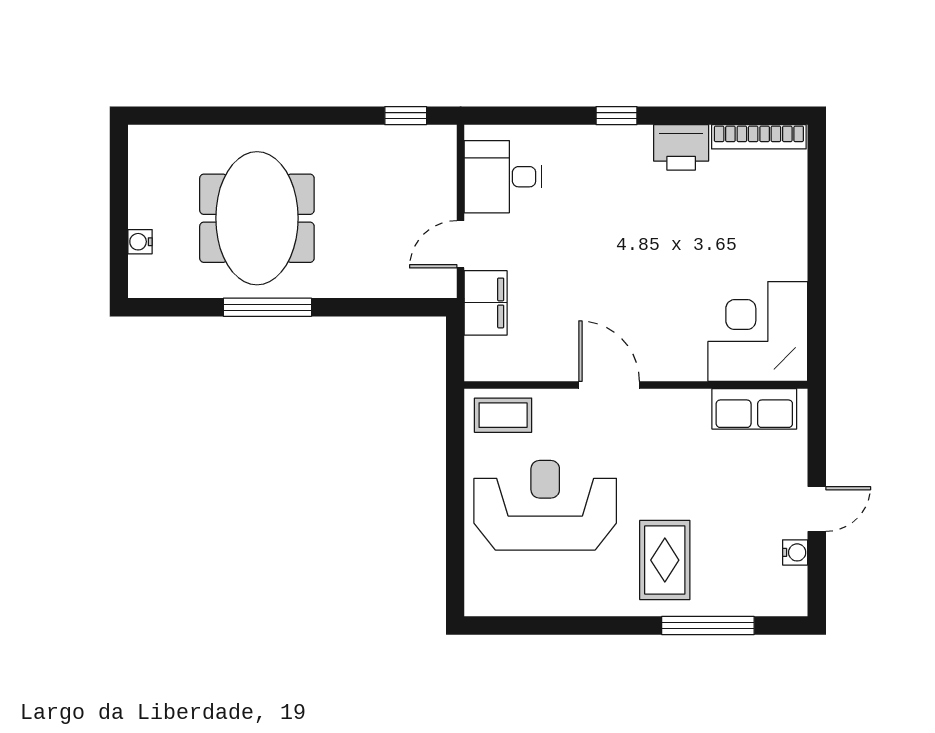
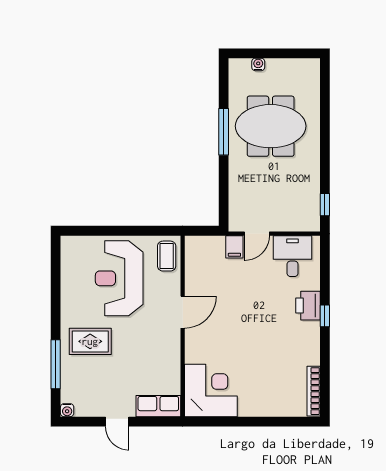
printer: (681, 147) -> (308, 306), moved
door: (461, 244) -> (257, 234), swing flipped
filing cabinet: (486, 303) -> (234, 247), width x0.50
row of seats: (754, 409) -> (158, 406), moved, turned 90
reception desk: (545, 505) -> (119, 278), turned 180
water cooler: (795, 552) -> (67, 410), moved

